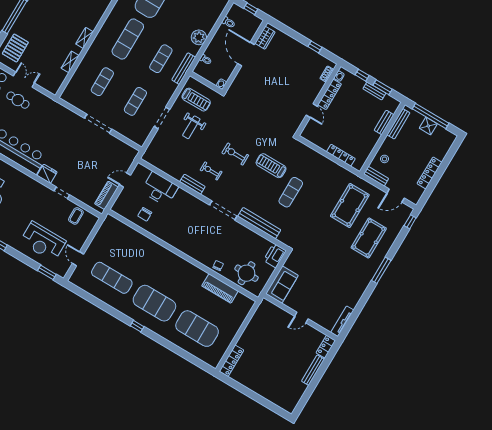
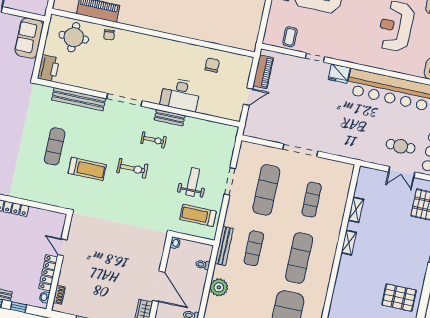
exercise mat: (135, 101) -> (266, 190), width x1.36, depth x1.45
desk: (160, 189) -> (180, 94), moved

